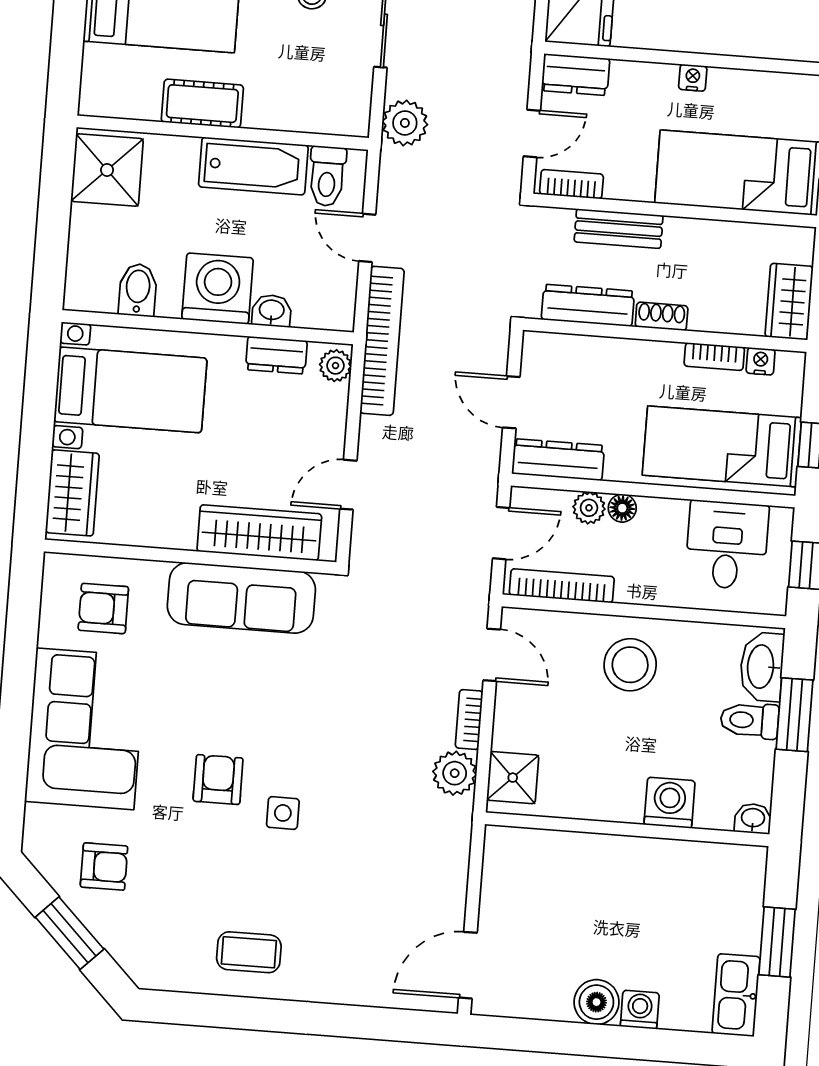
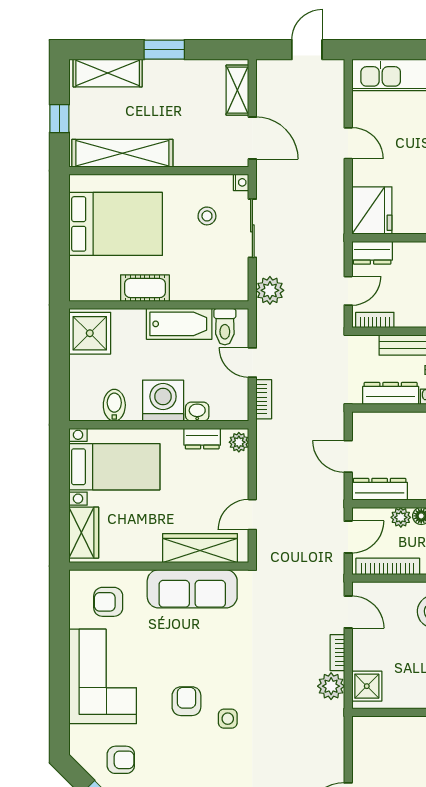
bookcase: (382, 341) -> (264, 399), width x0.43, depth x0.76

